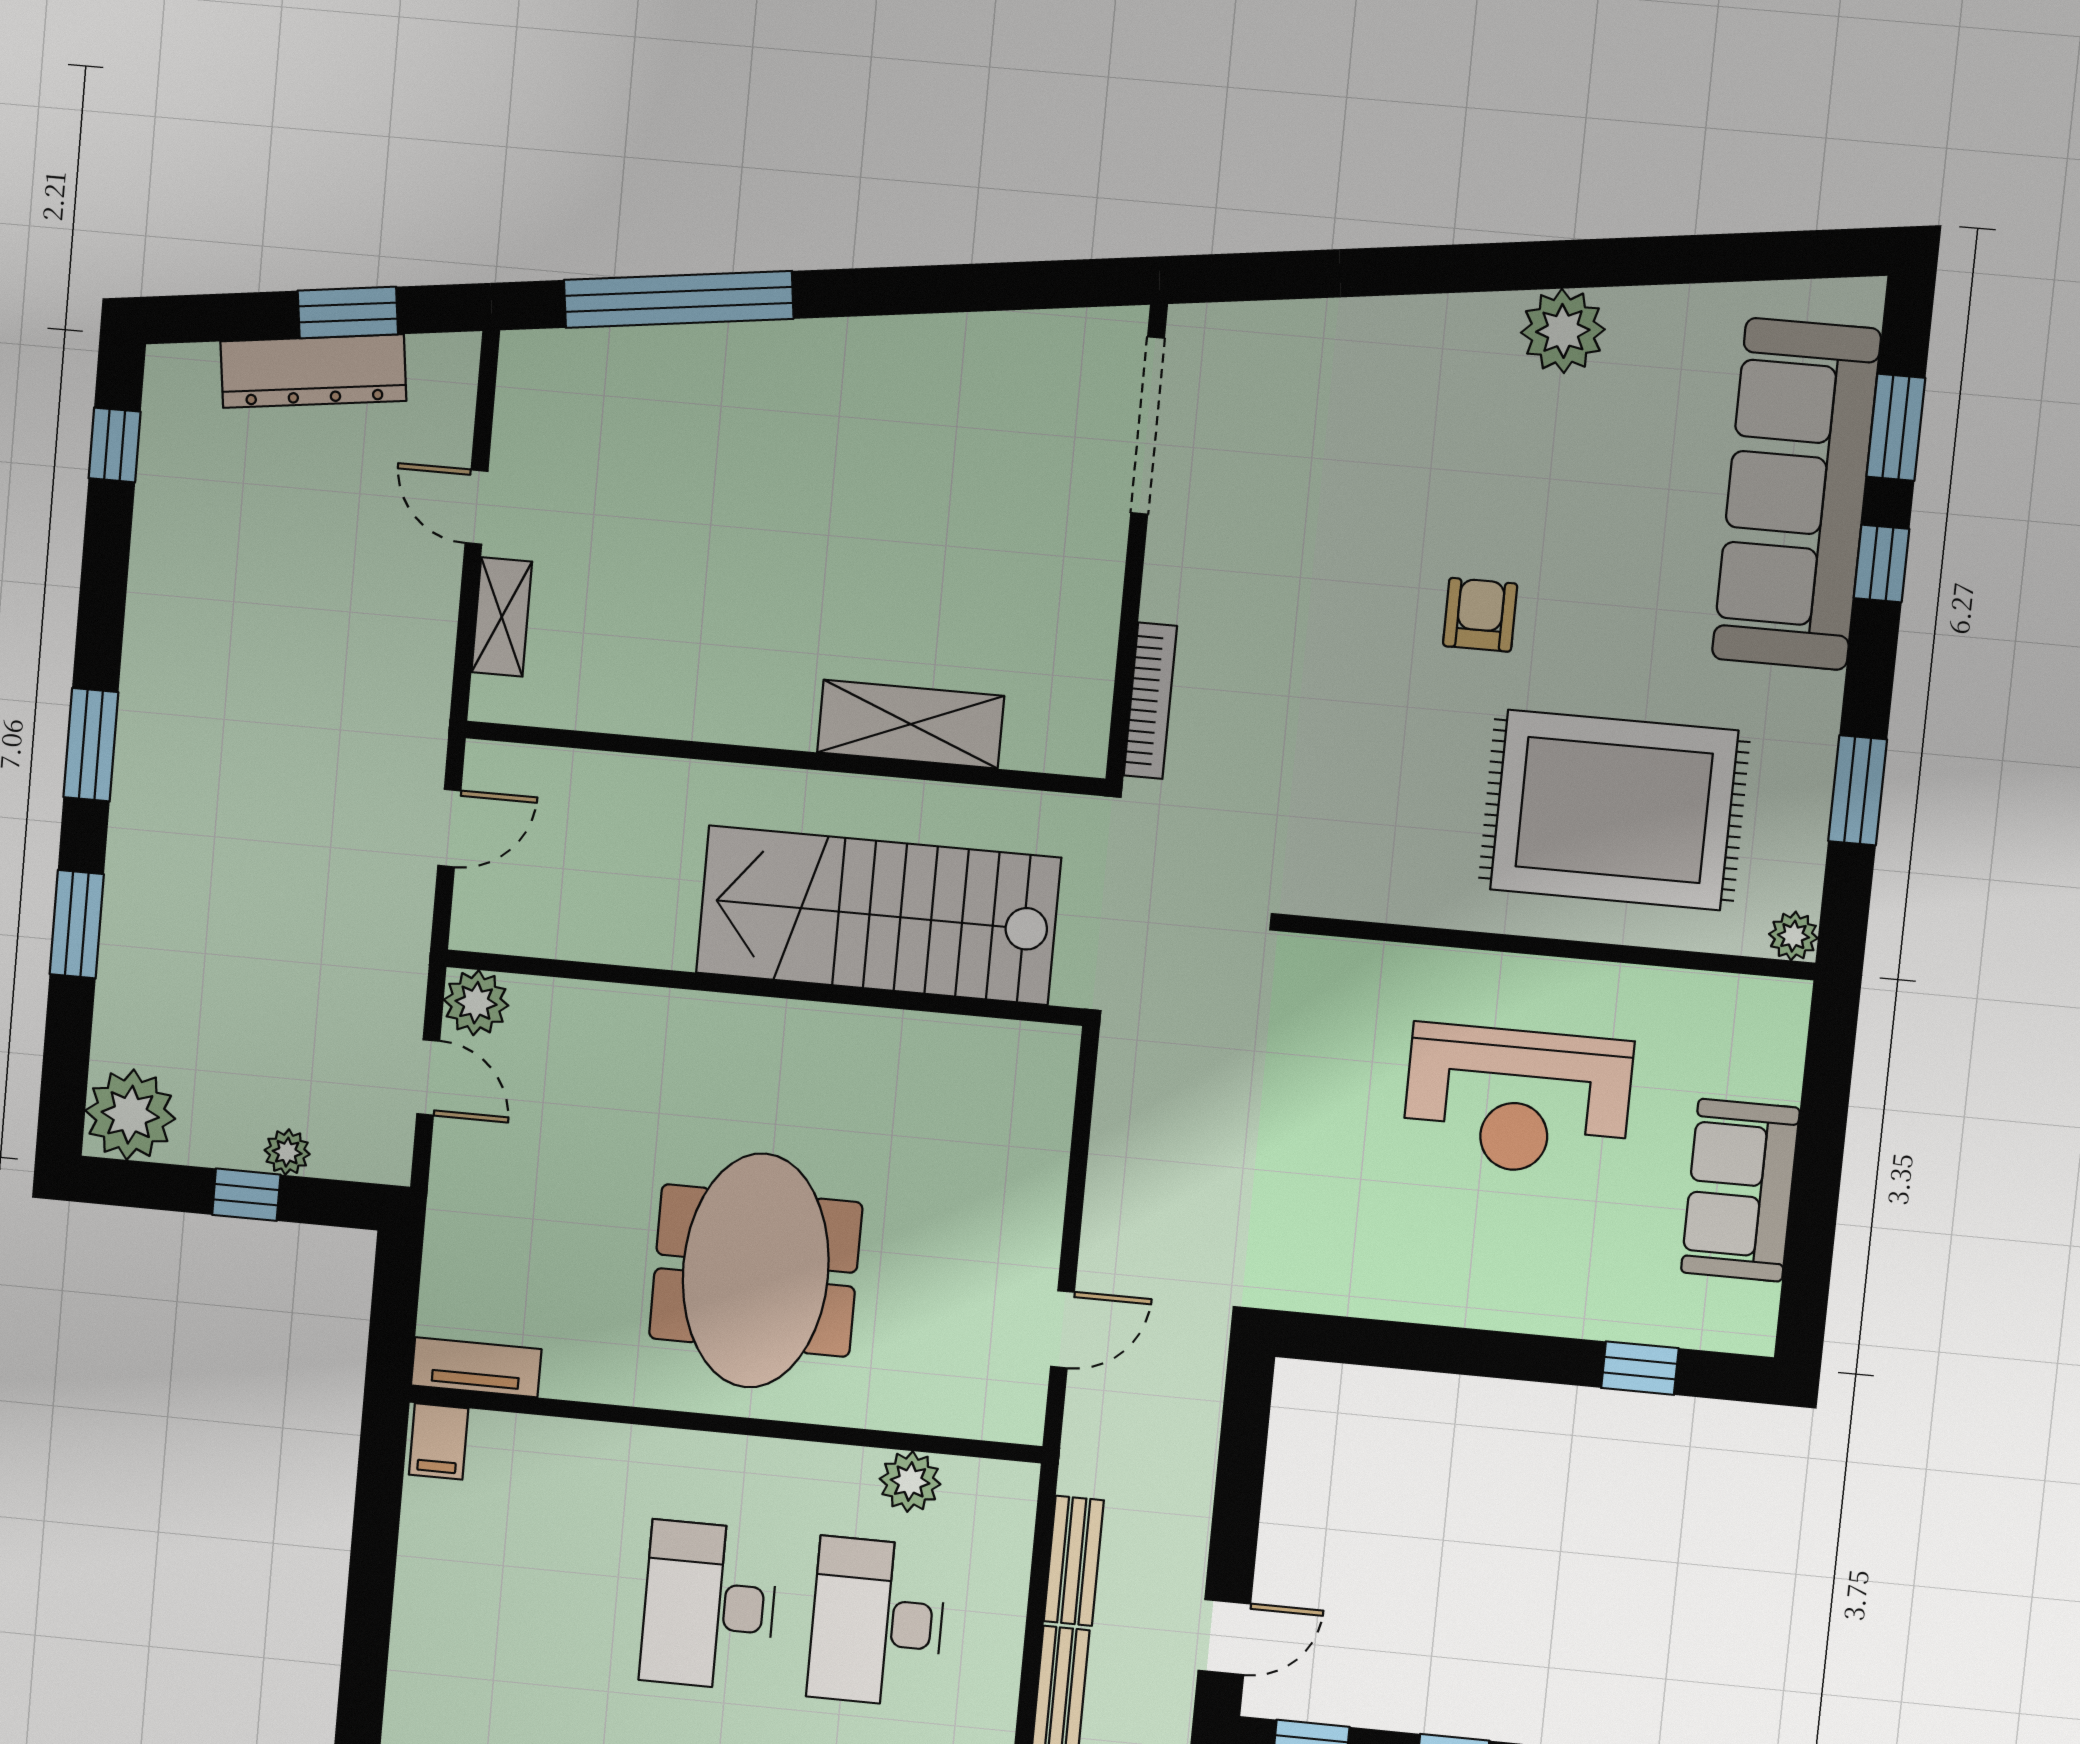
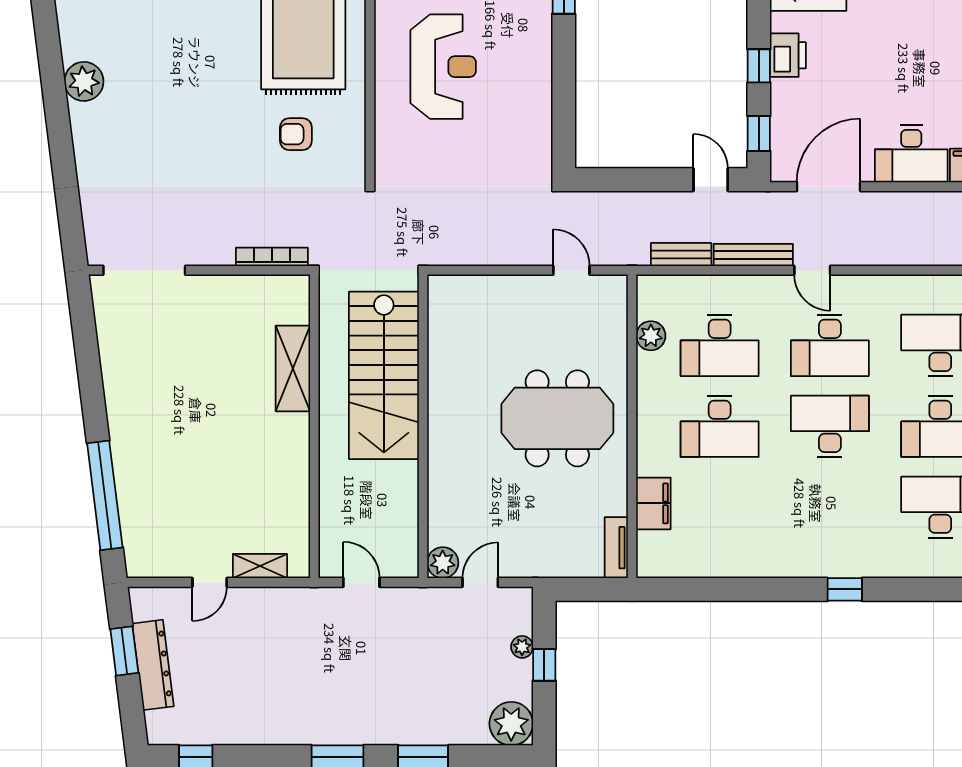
armchair: (1480, 615) -> (296, 134), moved
filing cabinet: (439, 1441) -> (653, 503), moved, width x2.00

